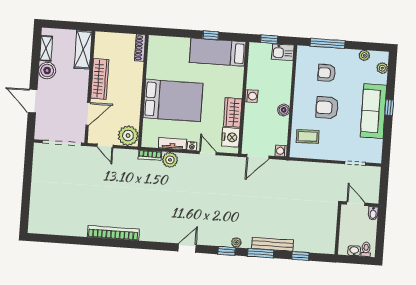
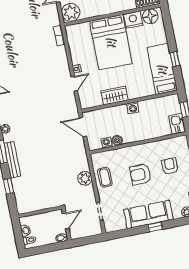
floor lamp: (156, 49) -> (150, 16), added
armchair: (327, 108) -> (141, 174), turned -90
boiler: (284, 110) -> (117, 140), moved
coffee table: (308, 136) -> (105, 177), moved
nightstand: (231, 137) -> (133, 20), moved, turned 180
tv unit: (172, 144) -> (74, 52), removed
washing machine: (281, 151) -> (106, 143), moved
plant: (170, 160) -> (85, 178), moved

